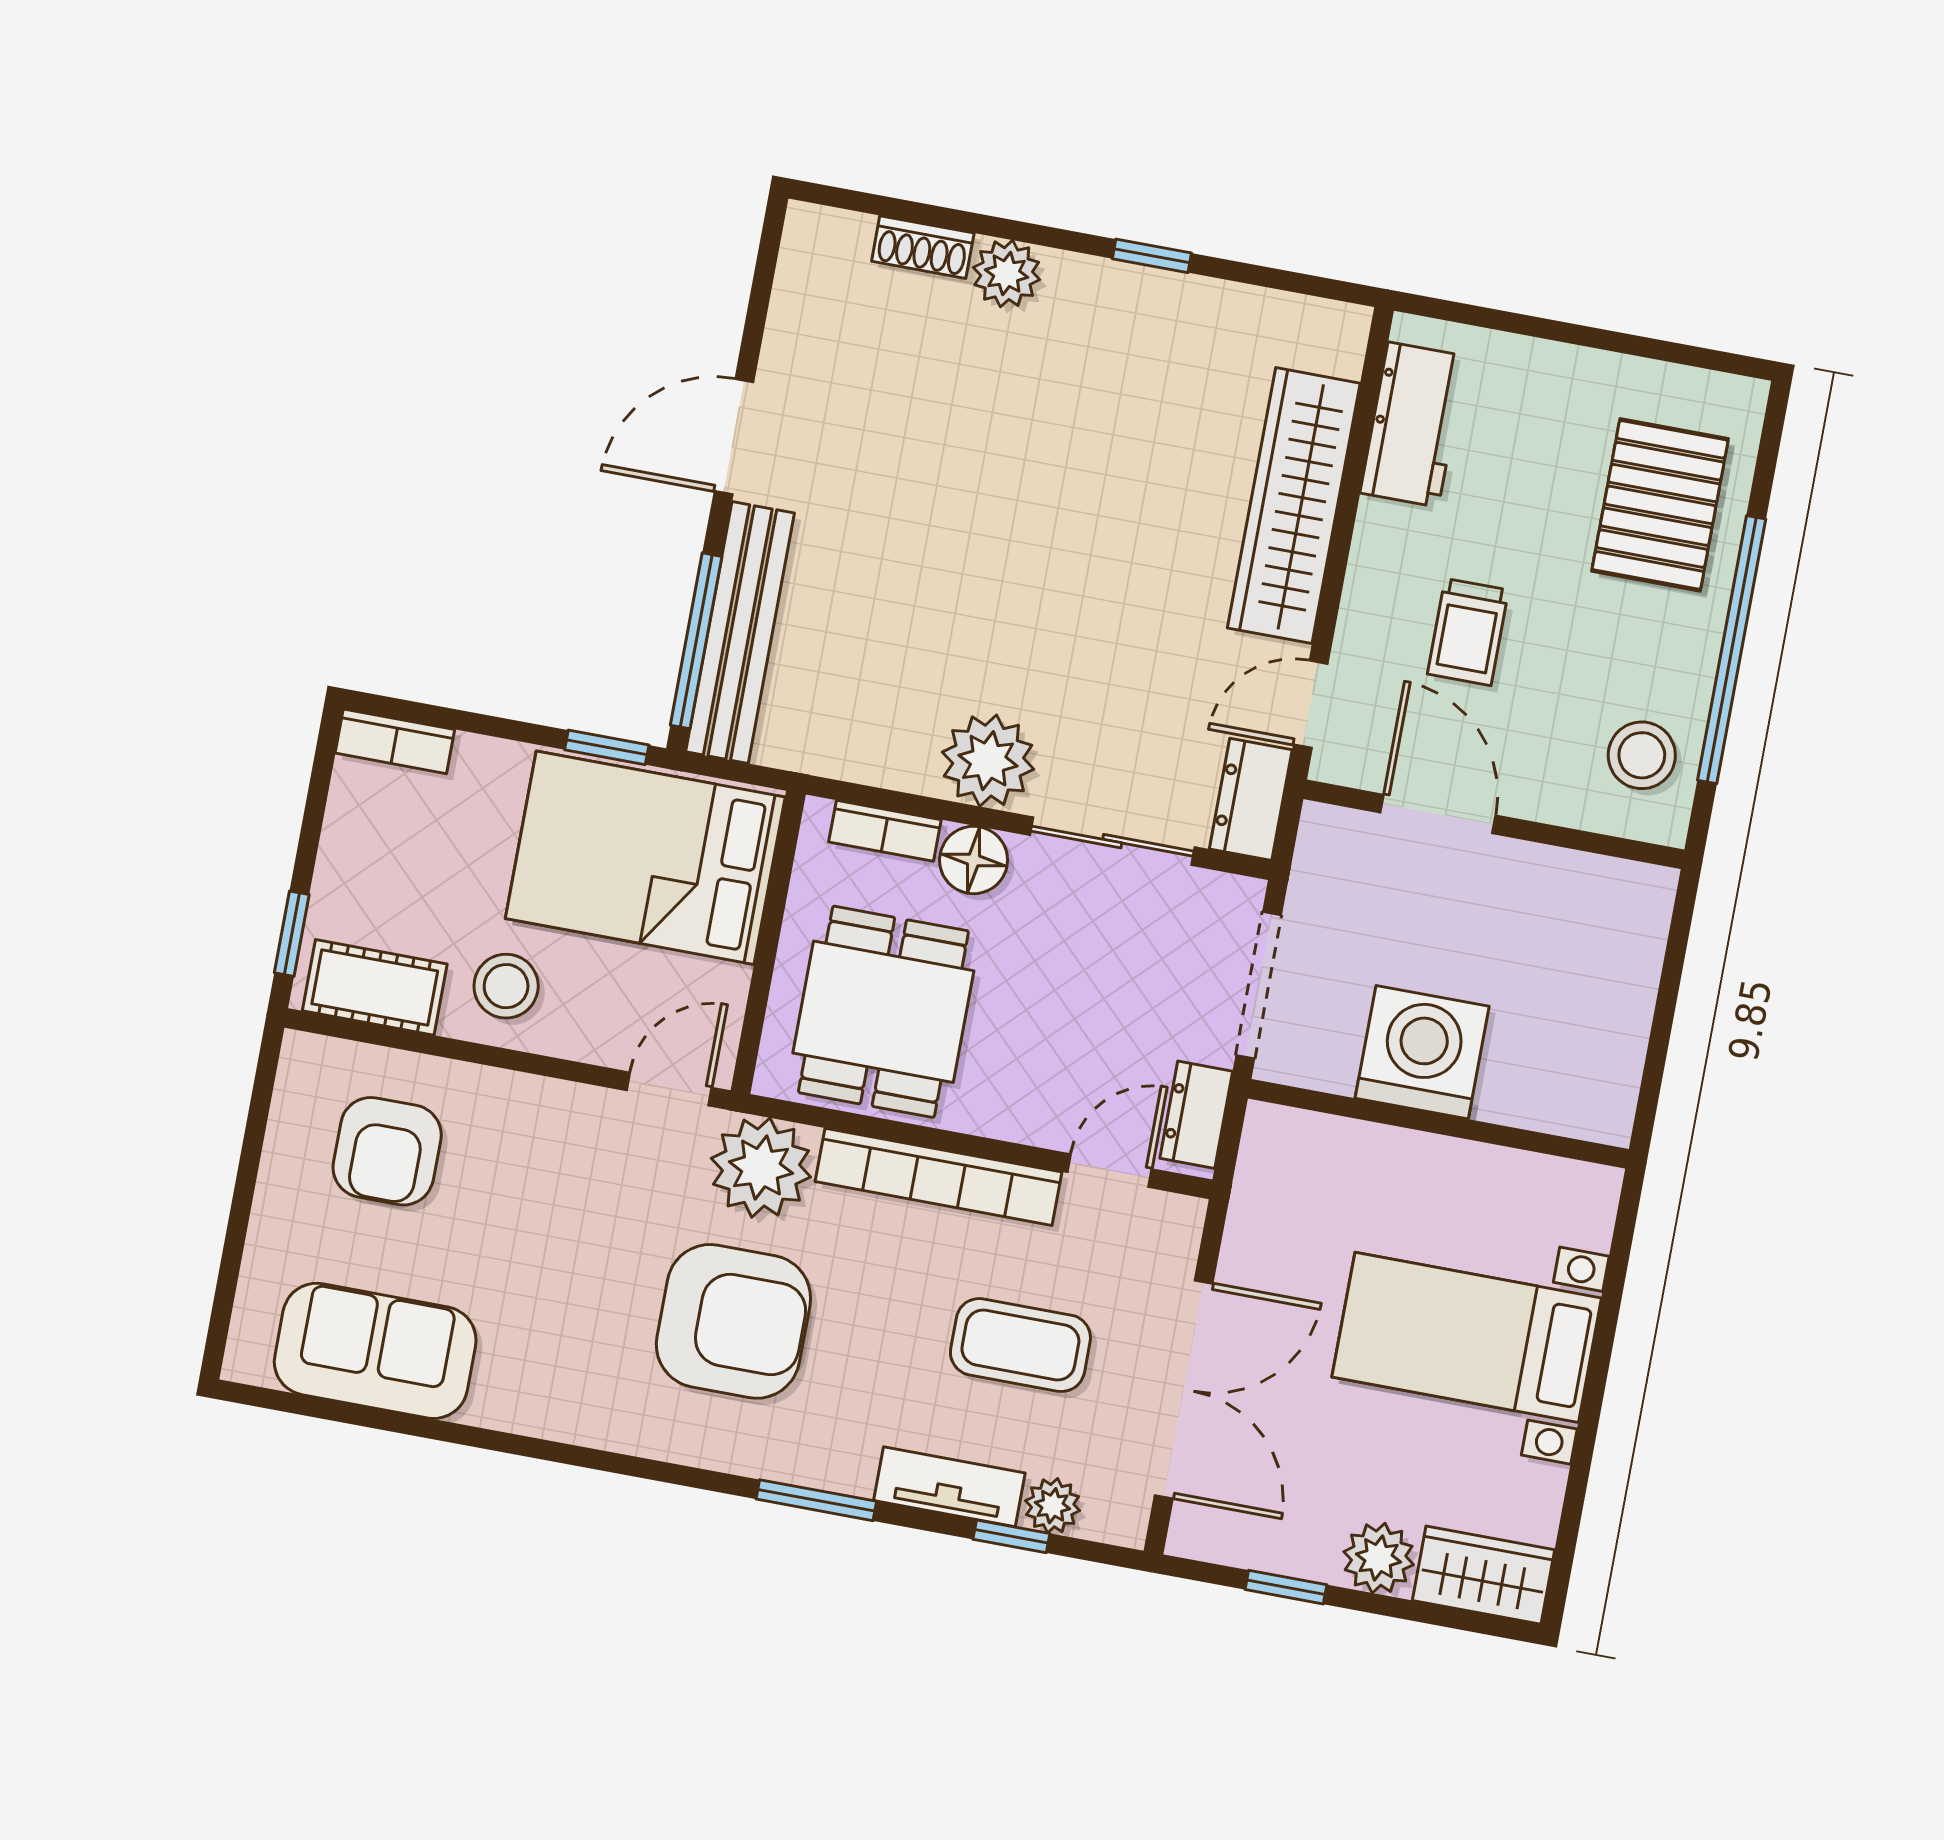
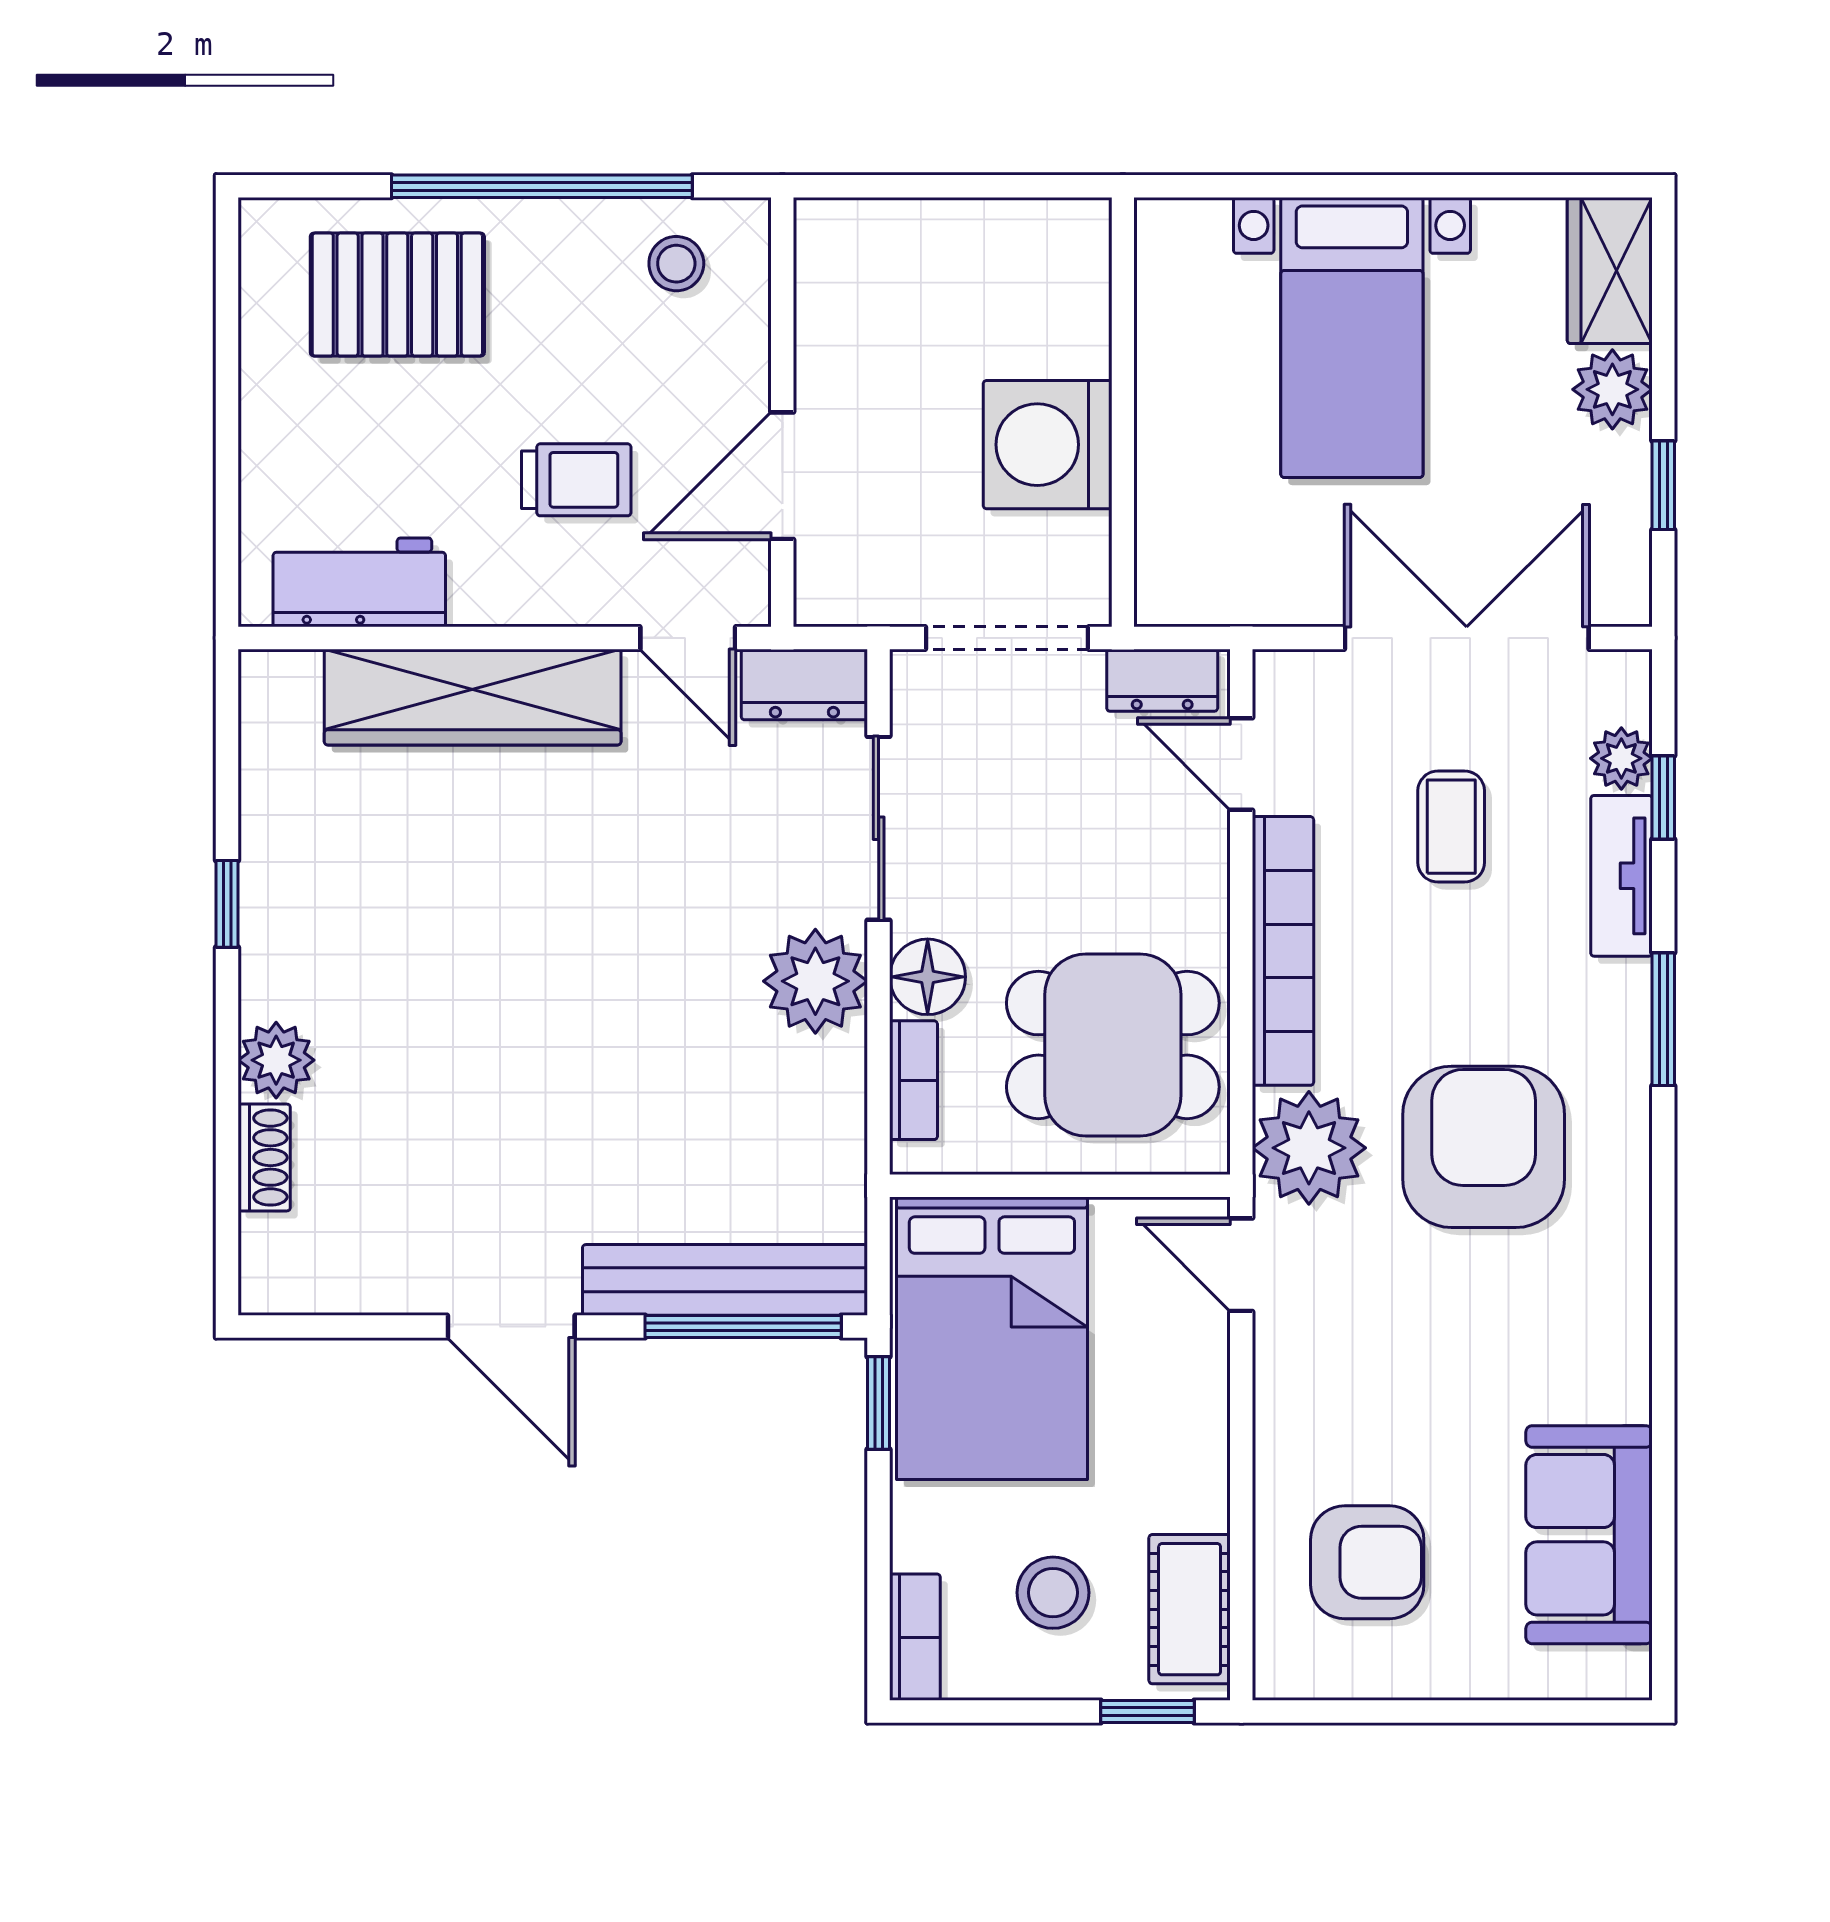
stool: (1642, 755) -> (676, 264), width x0.73, depth x0.73
stool: (506, 986) -> (1053, 1593), moved
coffee table: (1020, 1345) -> (1451, 827), width x0.73, depth x0.77

